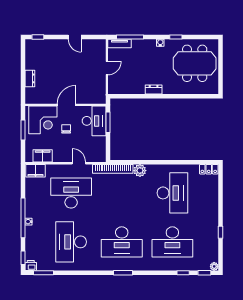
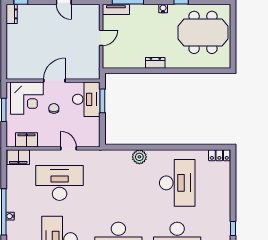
dresser: (30, 78) -> (12, 14), moved
bookcase: (113, 169) -> (108, 155), removed

